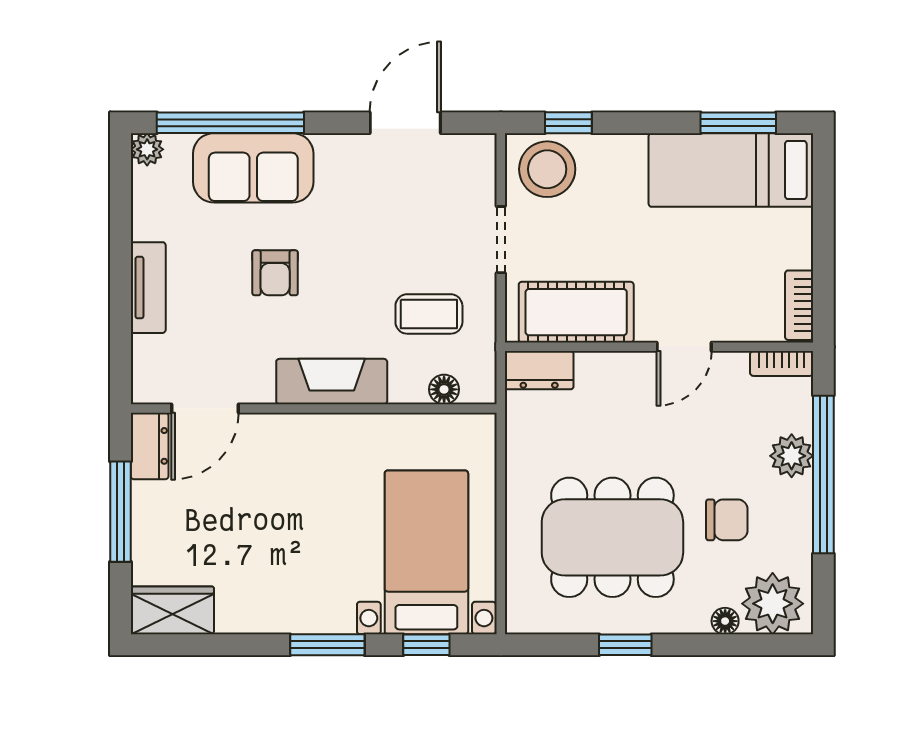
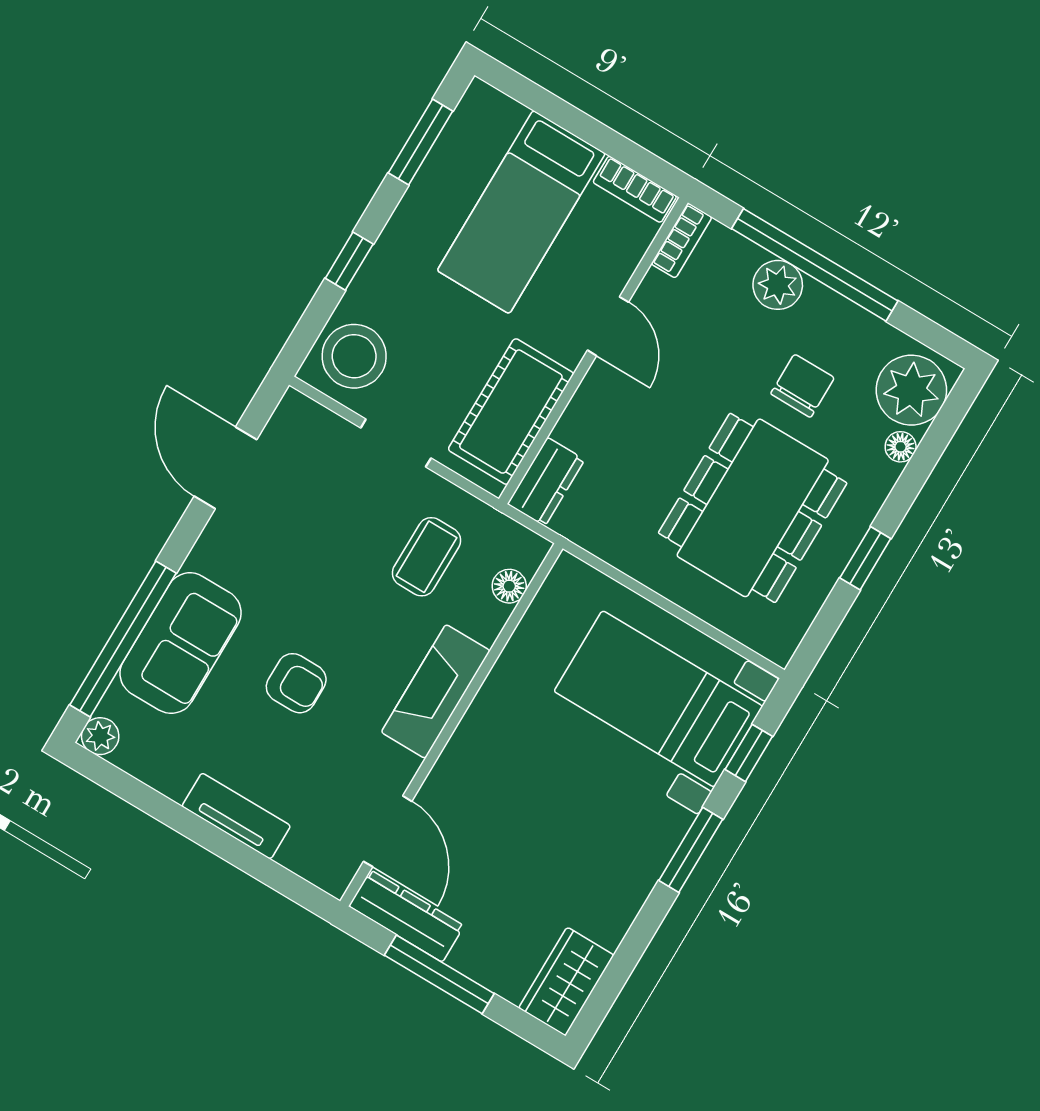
window: (568, 123) -> (349, 261), moved
bed: (731, 170) -> (521, 212), moved
dresser: (150, 446) -> (406, 916), width x1.44

